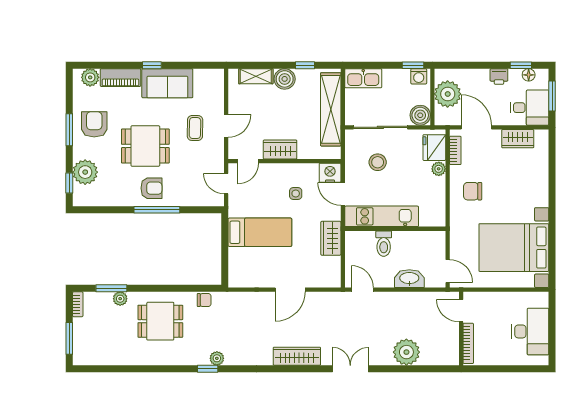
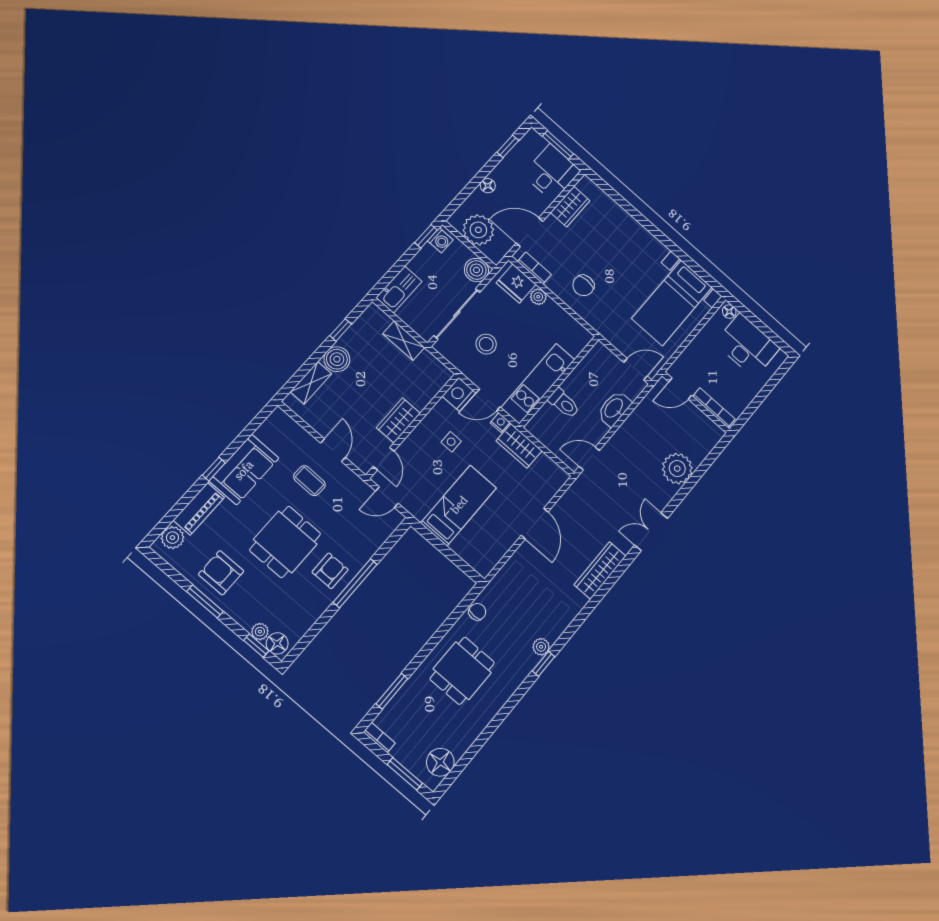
floor lamp: (529, 75) -> (488, 186), moved
printer: (499, 76) -> (502, 173), removed
shelving: (331, 109) -> (404, 341), width x0.45, depth x0.75
plant: (85, 172) -> (260, 632), width x0.53, depth x0.53
floor lamp: (81, 194) -> (277, 643), added
nightstand: (335, 214) -> (500, 423), added
bed with nightstands: (514, 248) -> (672, 303), width x0.73
plant: (120, 299) -> (409, 691), removed
floor lamp: (543, 301) -> (729, 312), added
floor lamp: (94, 354) -> (440, 762), added

